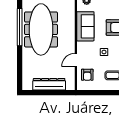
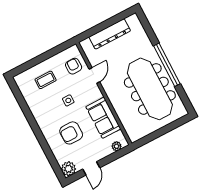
window: (20, 27) -> (167, 65), moved

